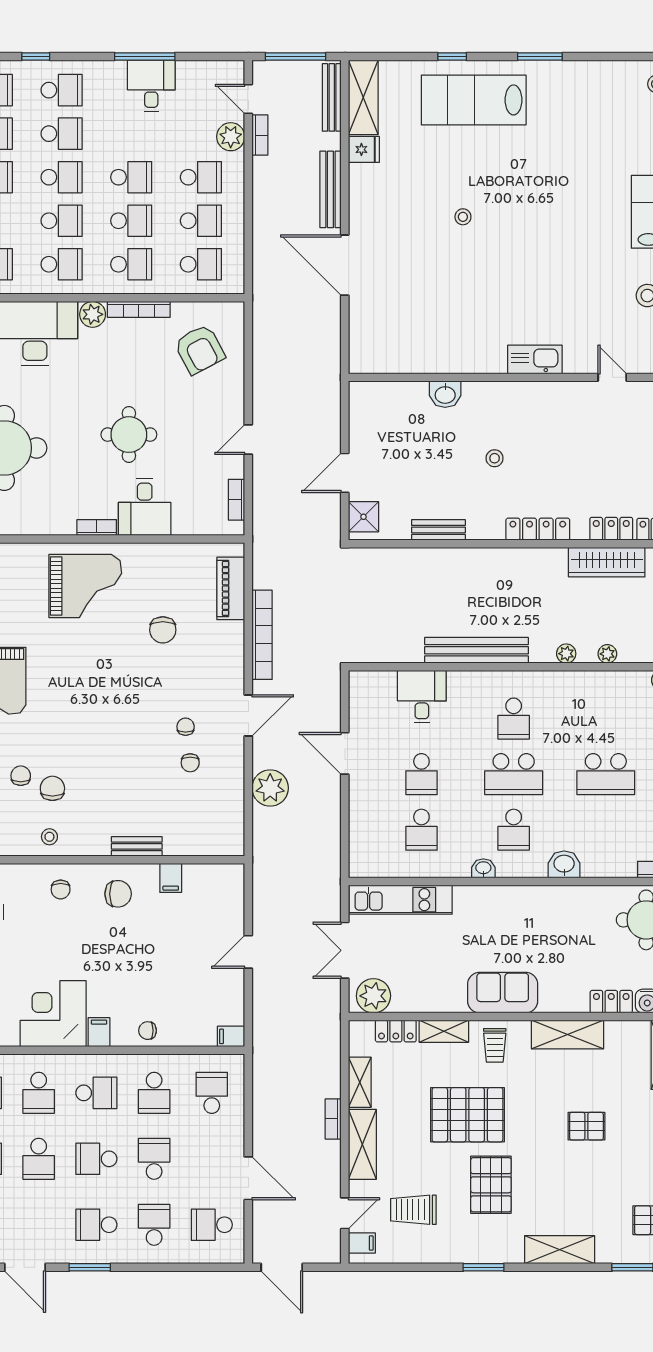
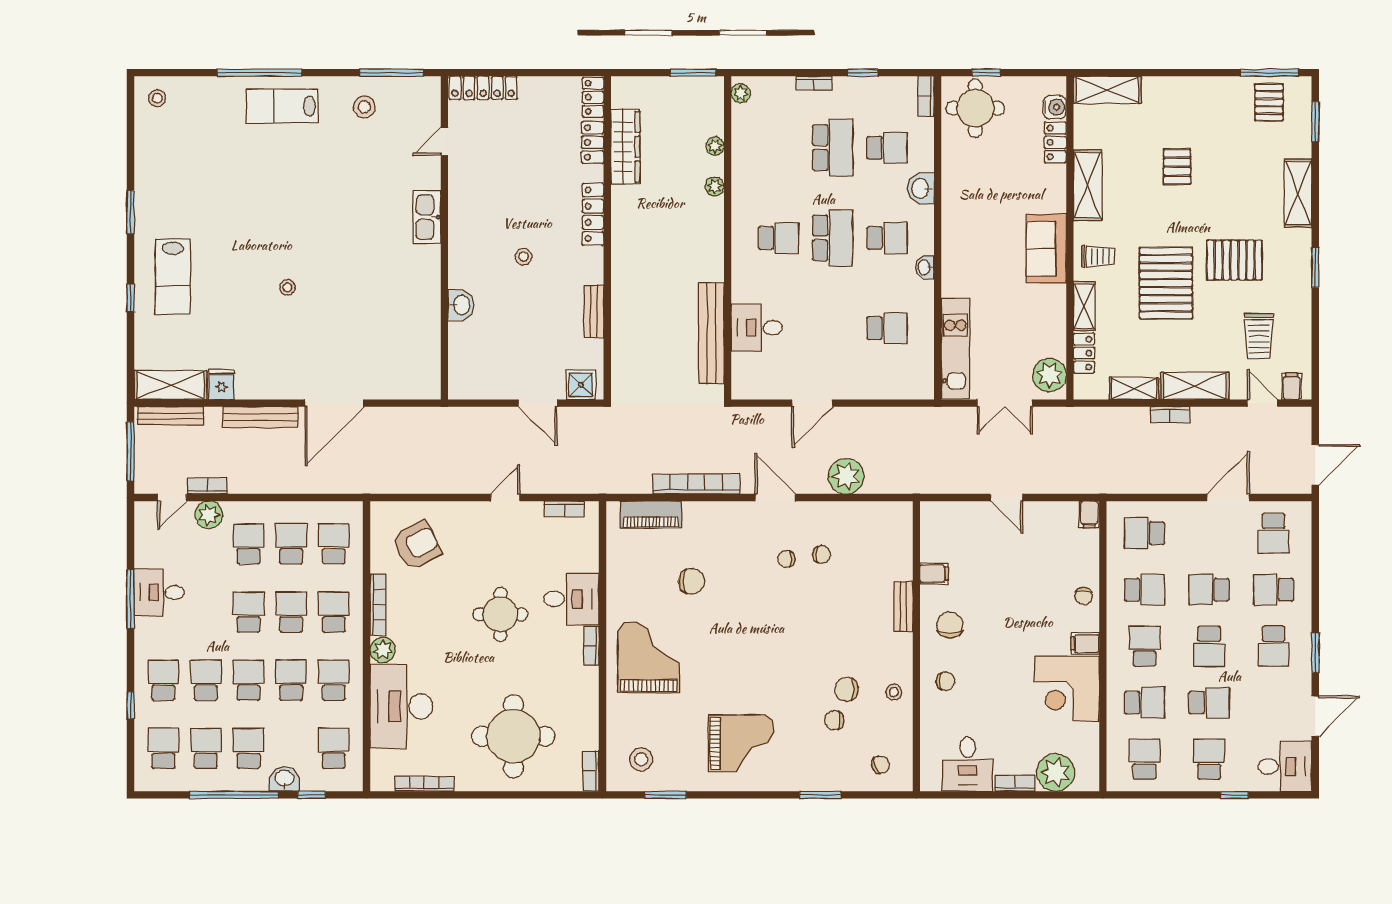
lab bench: (474, 100) -> (173, 277), width x0.73, depth x0.72
door: (248, 440) -> (505, 497), swing flipped
bench: (476, 650) -> (711, 333), moved
school desk: (421, 774) -> (887, 148), moved

